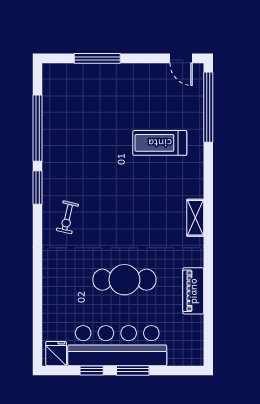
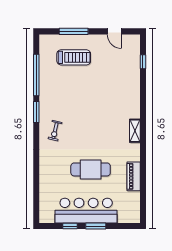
door: (181, 58) -> (114, 31), moved
window: (208, 107) -> (143, 62), width x0.32
treadmill: (160, 143) -> (74, 57), moved, turned 180
fridge: (56, 354) -> (48, 216), removed

